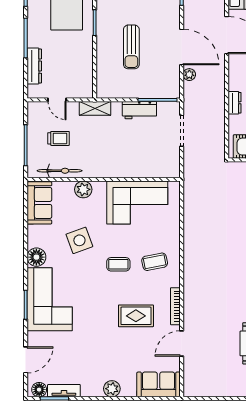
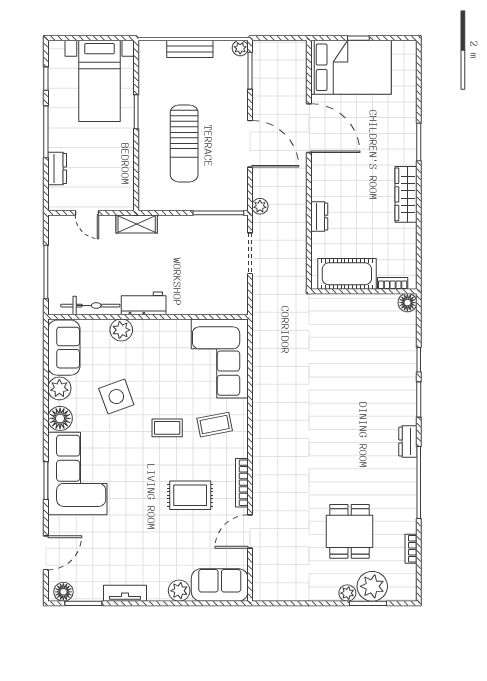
sun lounger: (131, 47) -> (184, 144), width x1.36, depth x1.34
dresser: (34, 66) -> (57, 169), width x0.70
plant: (189, 75) -> (260, 206), moved
workbench: (139, 110) -> (144, 303), moved, turned 180
trolley: (58, 138) -> (89, 263), removed
corner sofa: (137, 203) -> (220, 358), moved, turned 90
plant: (36, 234) -> (59, 388), added
plant: (112, 389) -> (179, 591), moved
tv unit: (64, 391) -> (125, 593), moved

